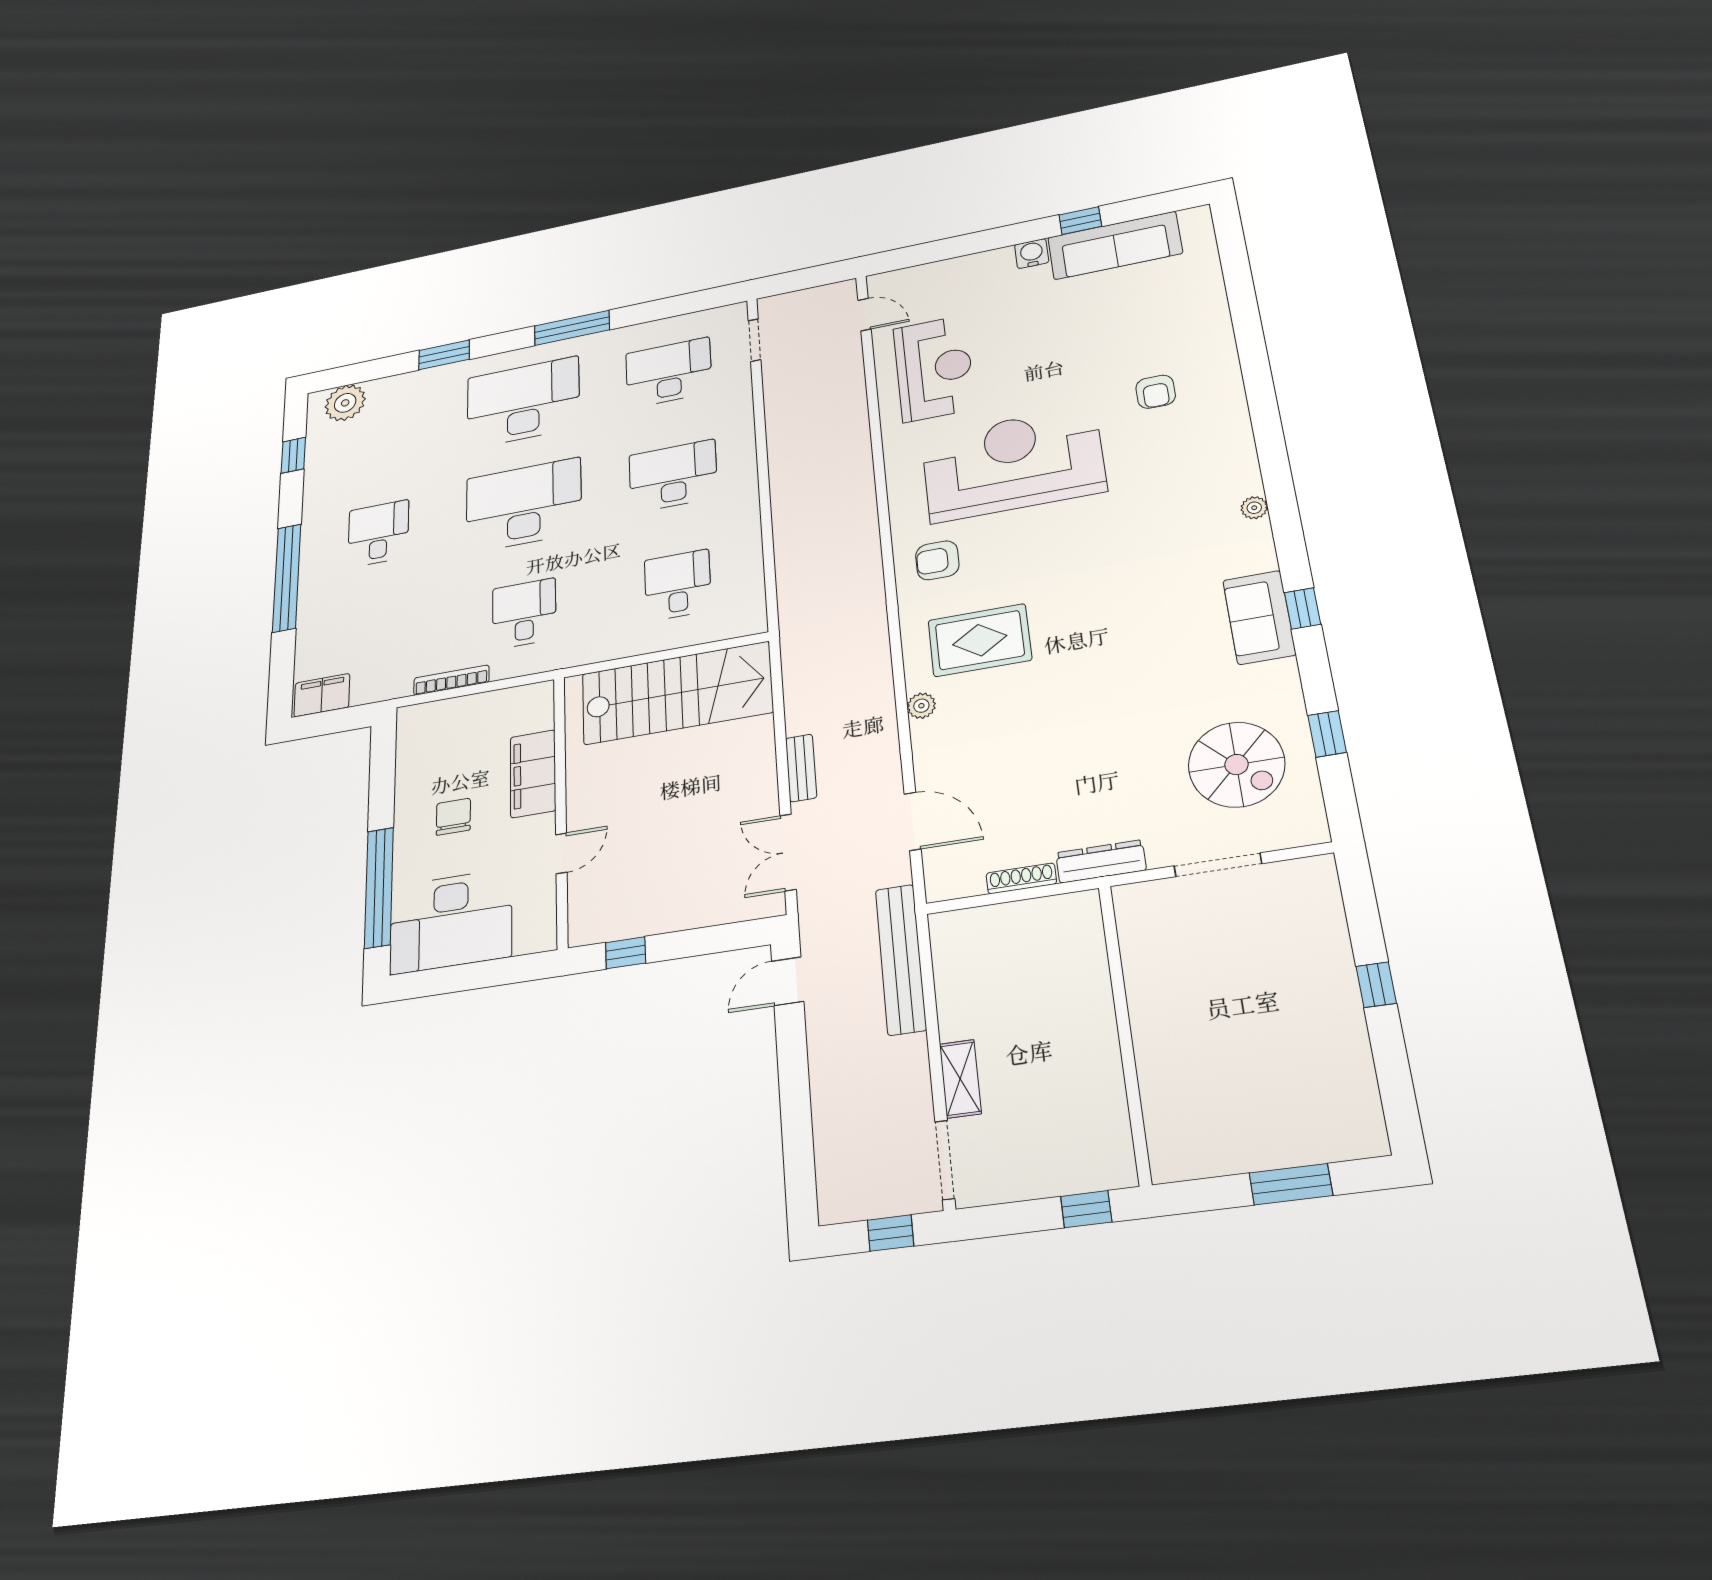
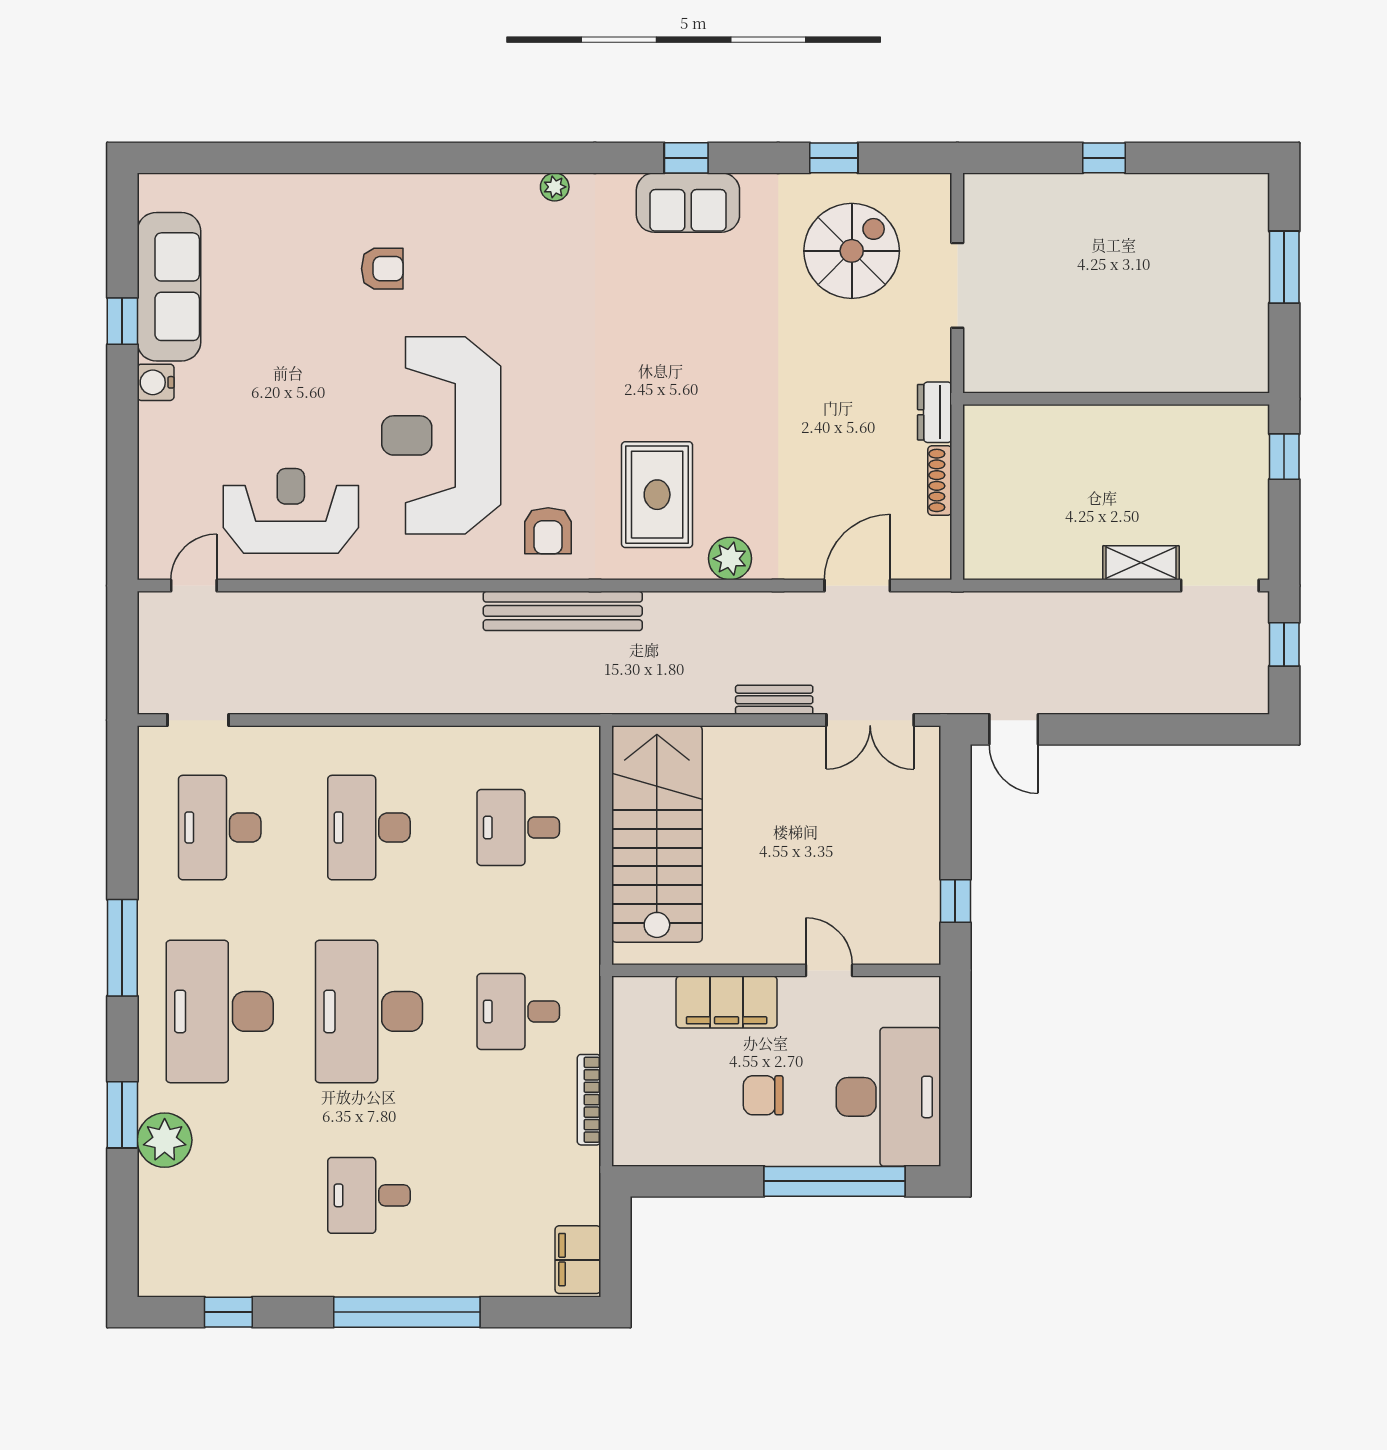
plant: (345, 403) -> (165, 1140), moved
plant: (921, 706) -> (730, 559), width x1.38, depth x1.38
dresser: (1101, 861) -> (935, 412), width x0.70
bench: (901, 959) -> (563, 611), moved

